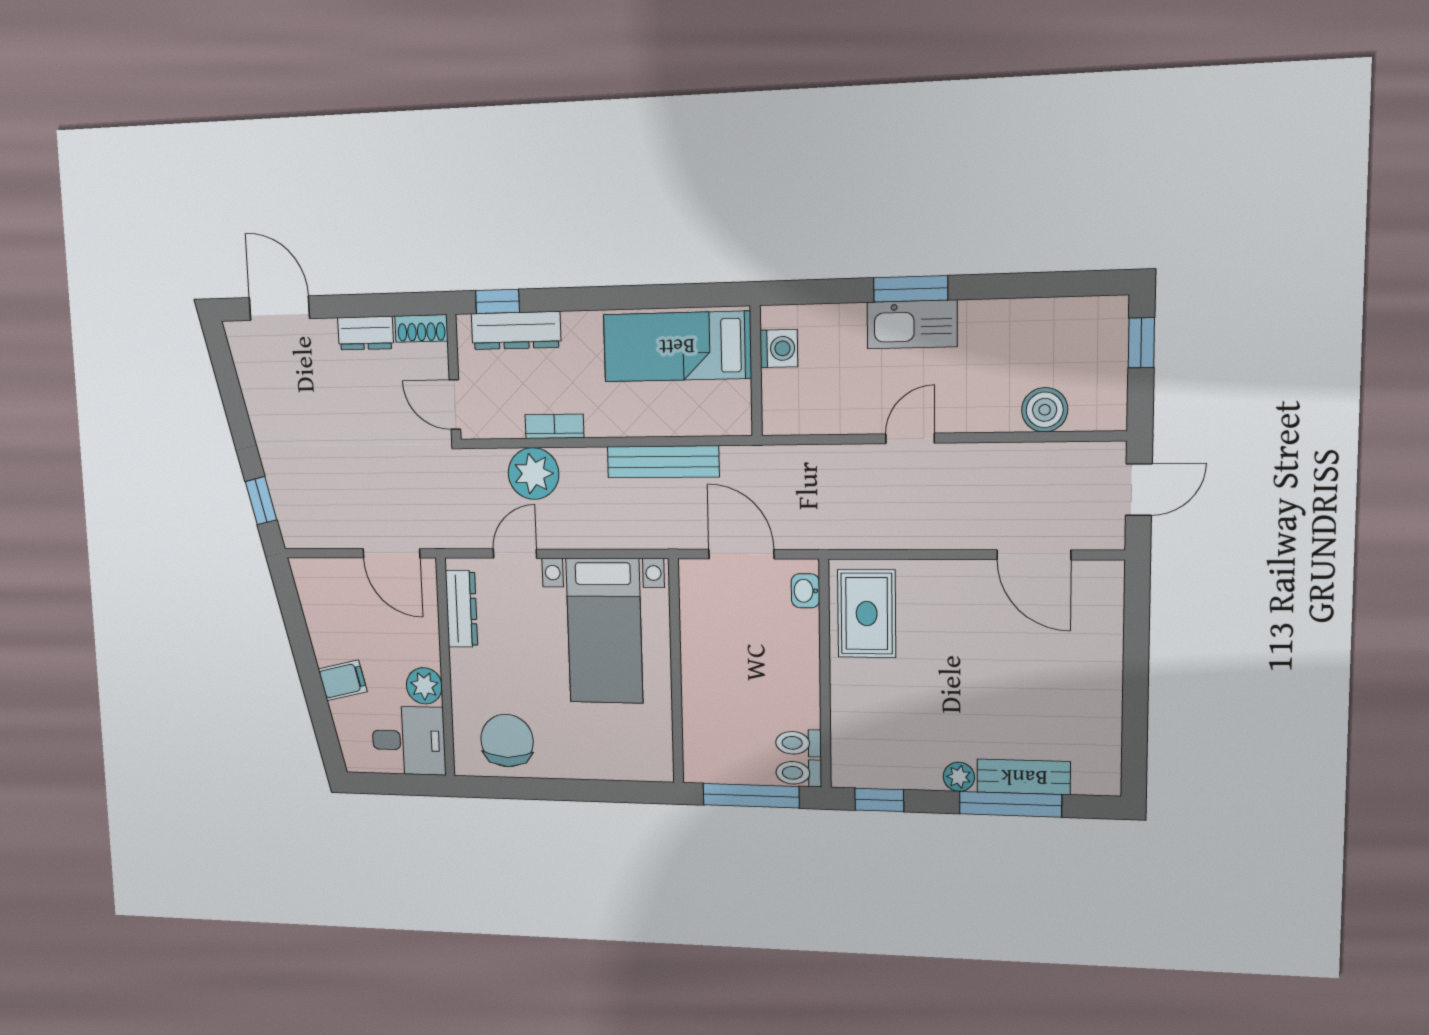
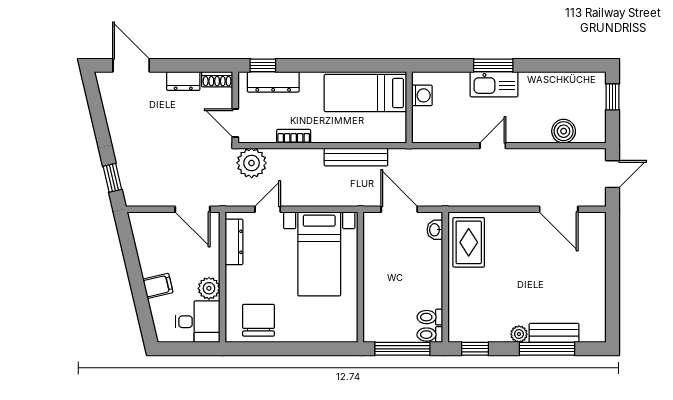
plant: (533, 474) -> (252, 163), moved

